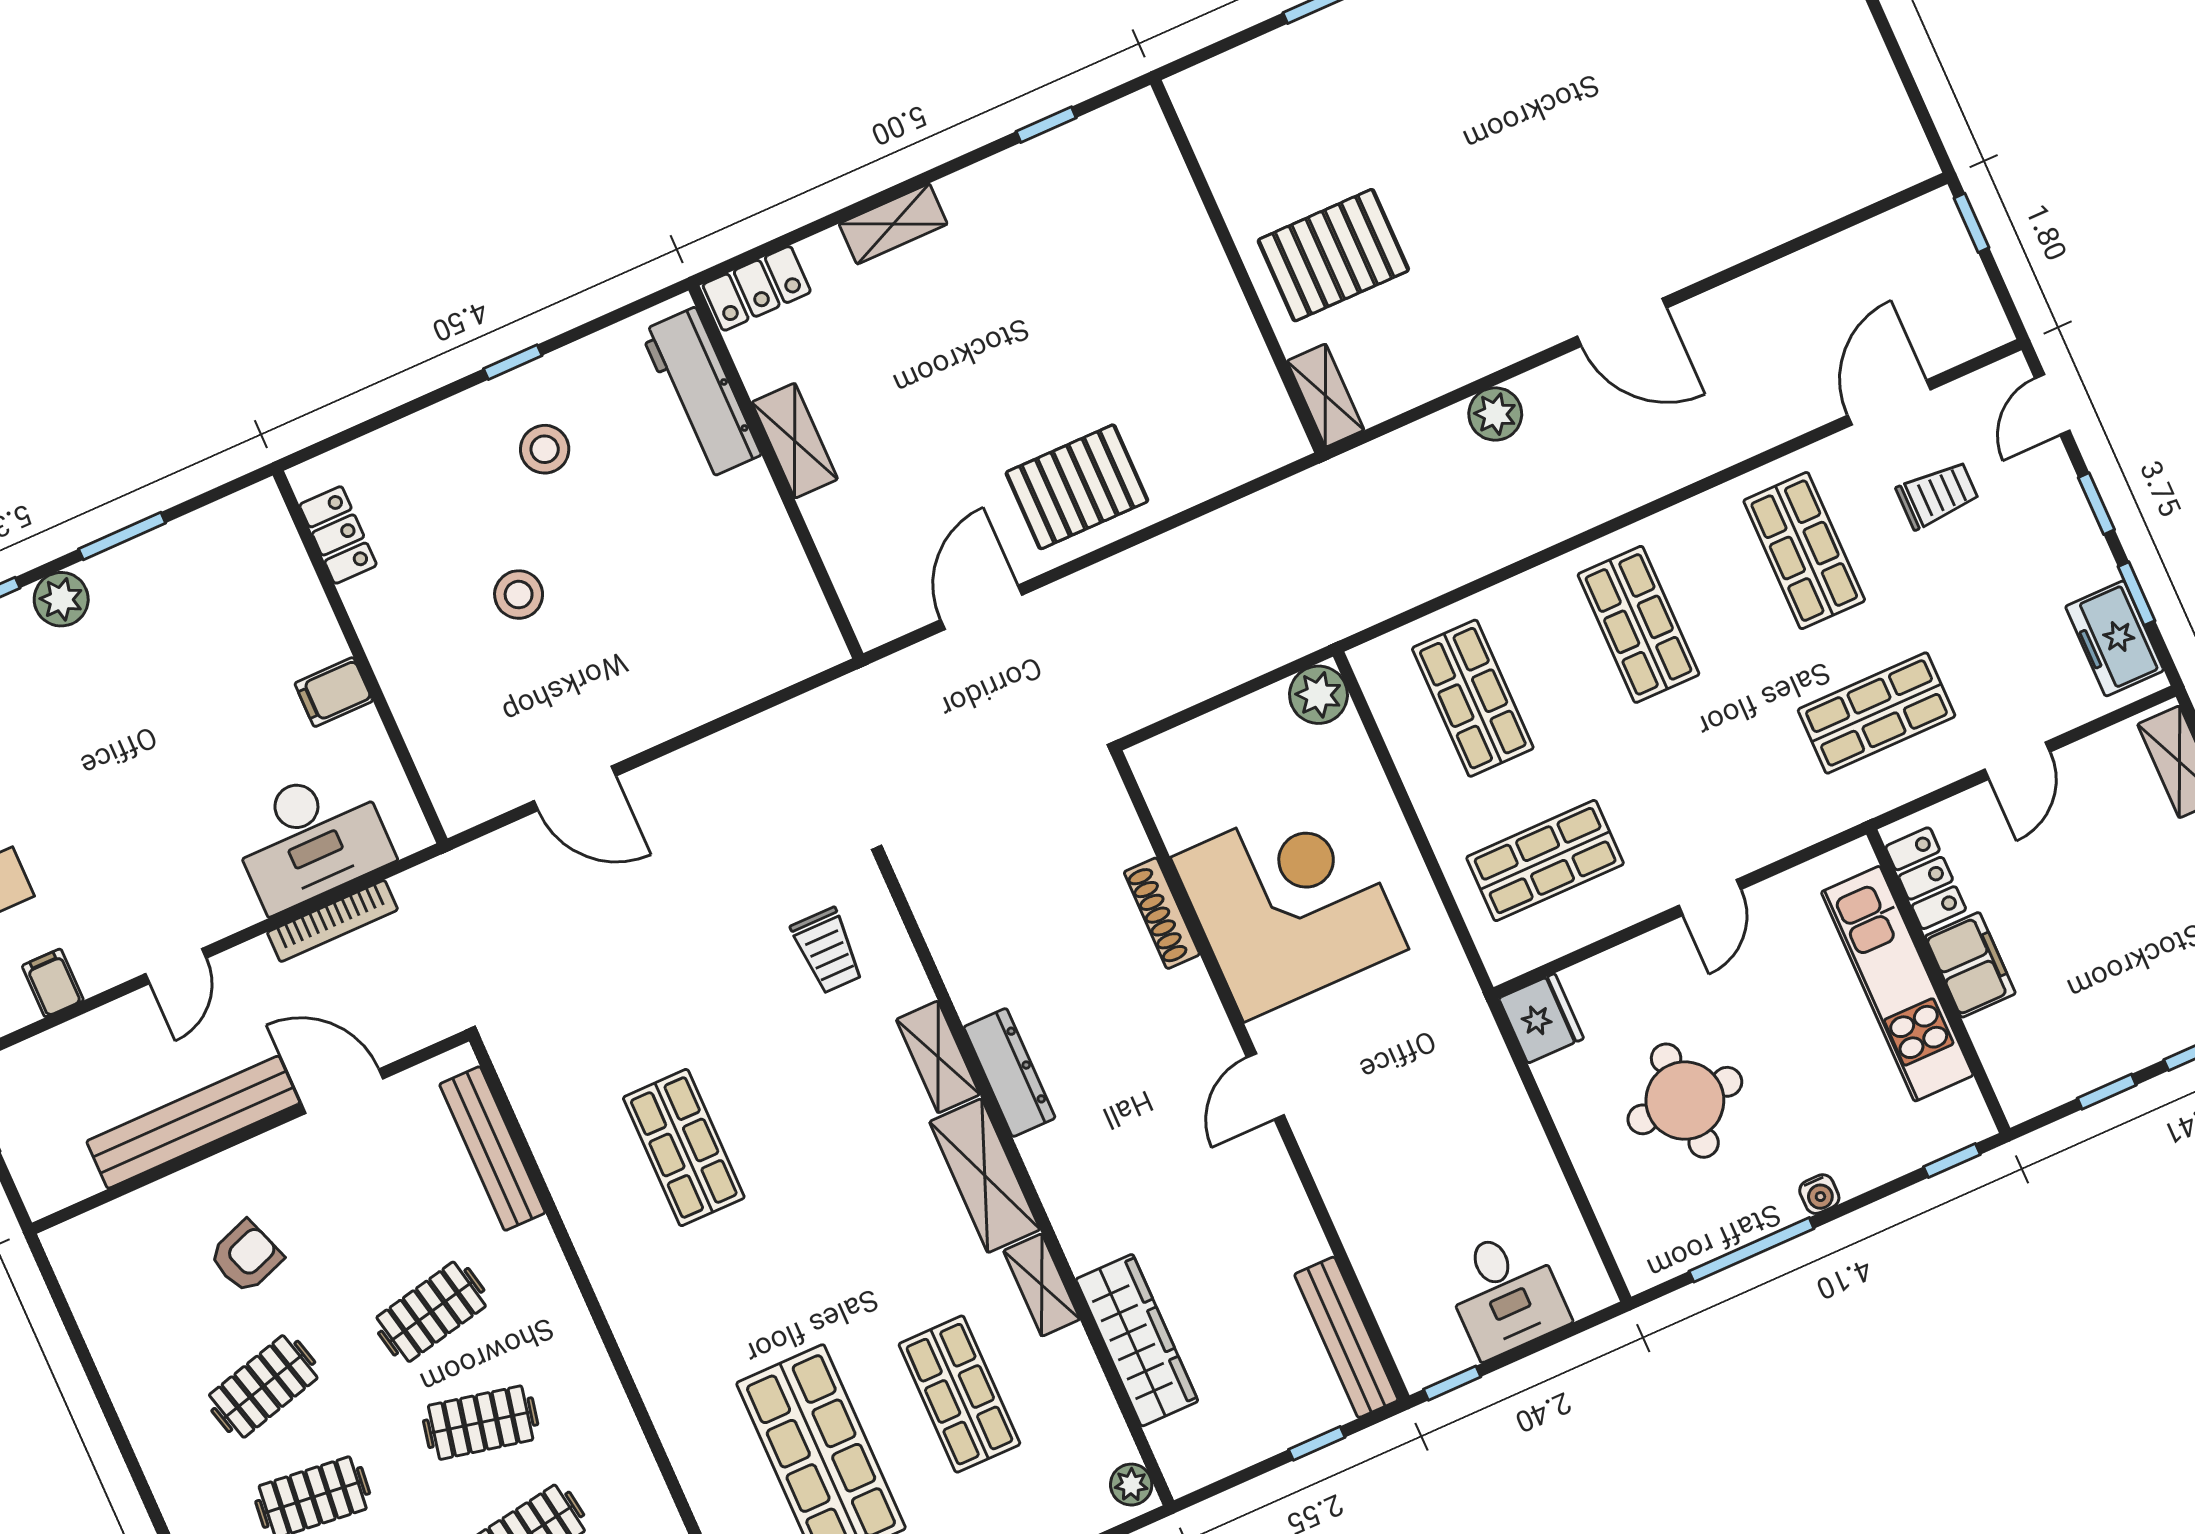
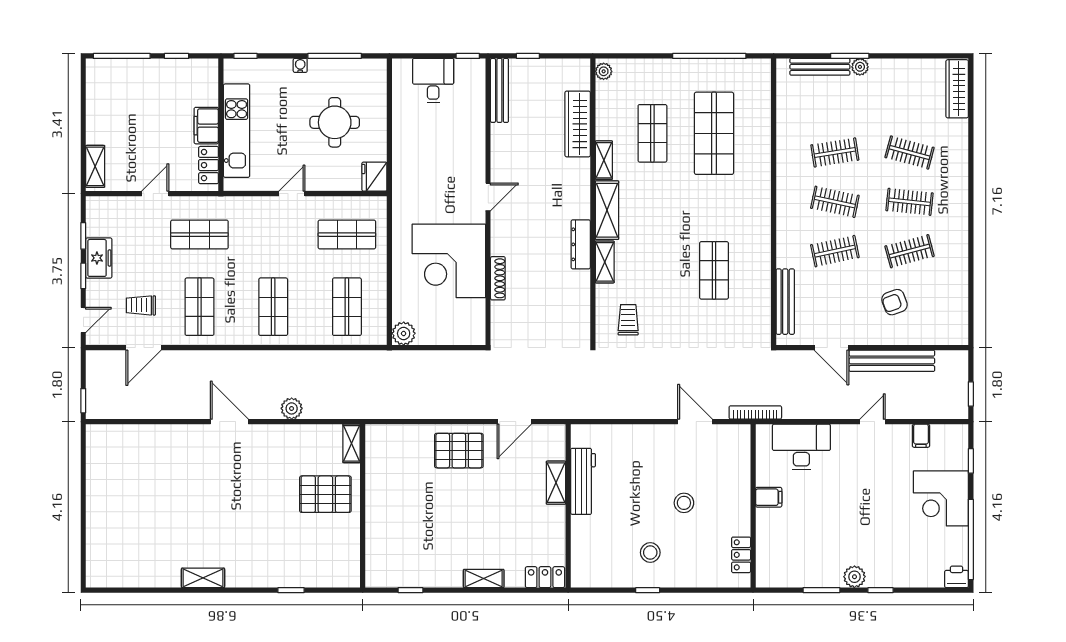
workbench: (701, 393) -> (583, 481), moved
shelving: (795, 441) -> (556, 483), moved
freezer: (2115, 638) -> (99, 258), moved
bookcase: (332, 921) -> (755, 412), moved

